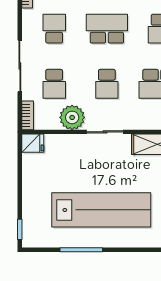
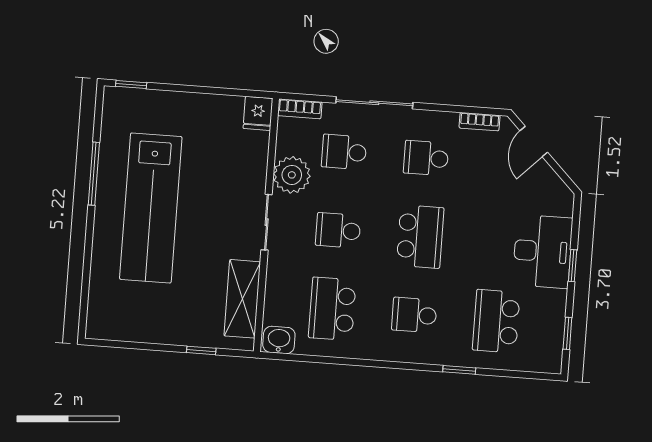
school desk: (54, 29) -> (426, 158), turned 180

